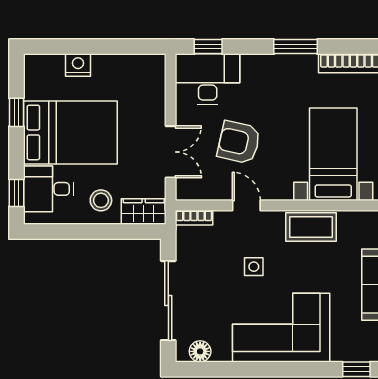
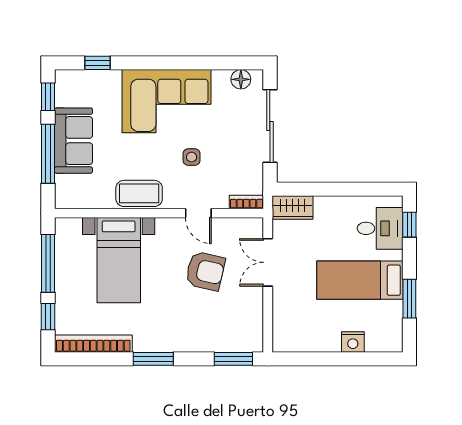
window: (208, 47) -> (233, 359), width x1.50
desk: (208, 79) -> (234, 329), removed
window: (16, 112) -> (409, 299), width x1.50
bed: (70, 132) -> (360, 280), width x0.67
stool: (101, 200) -> (332, 218), removed

